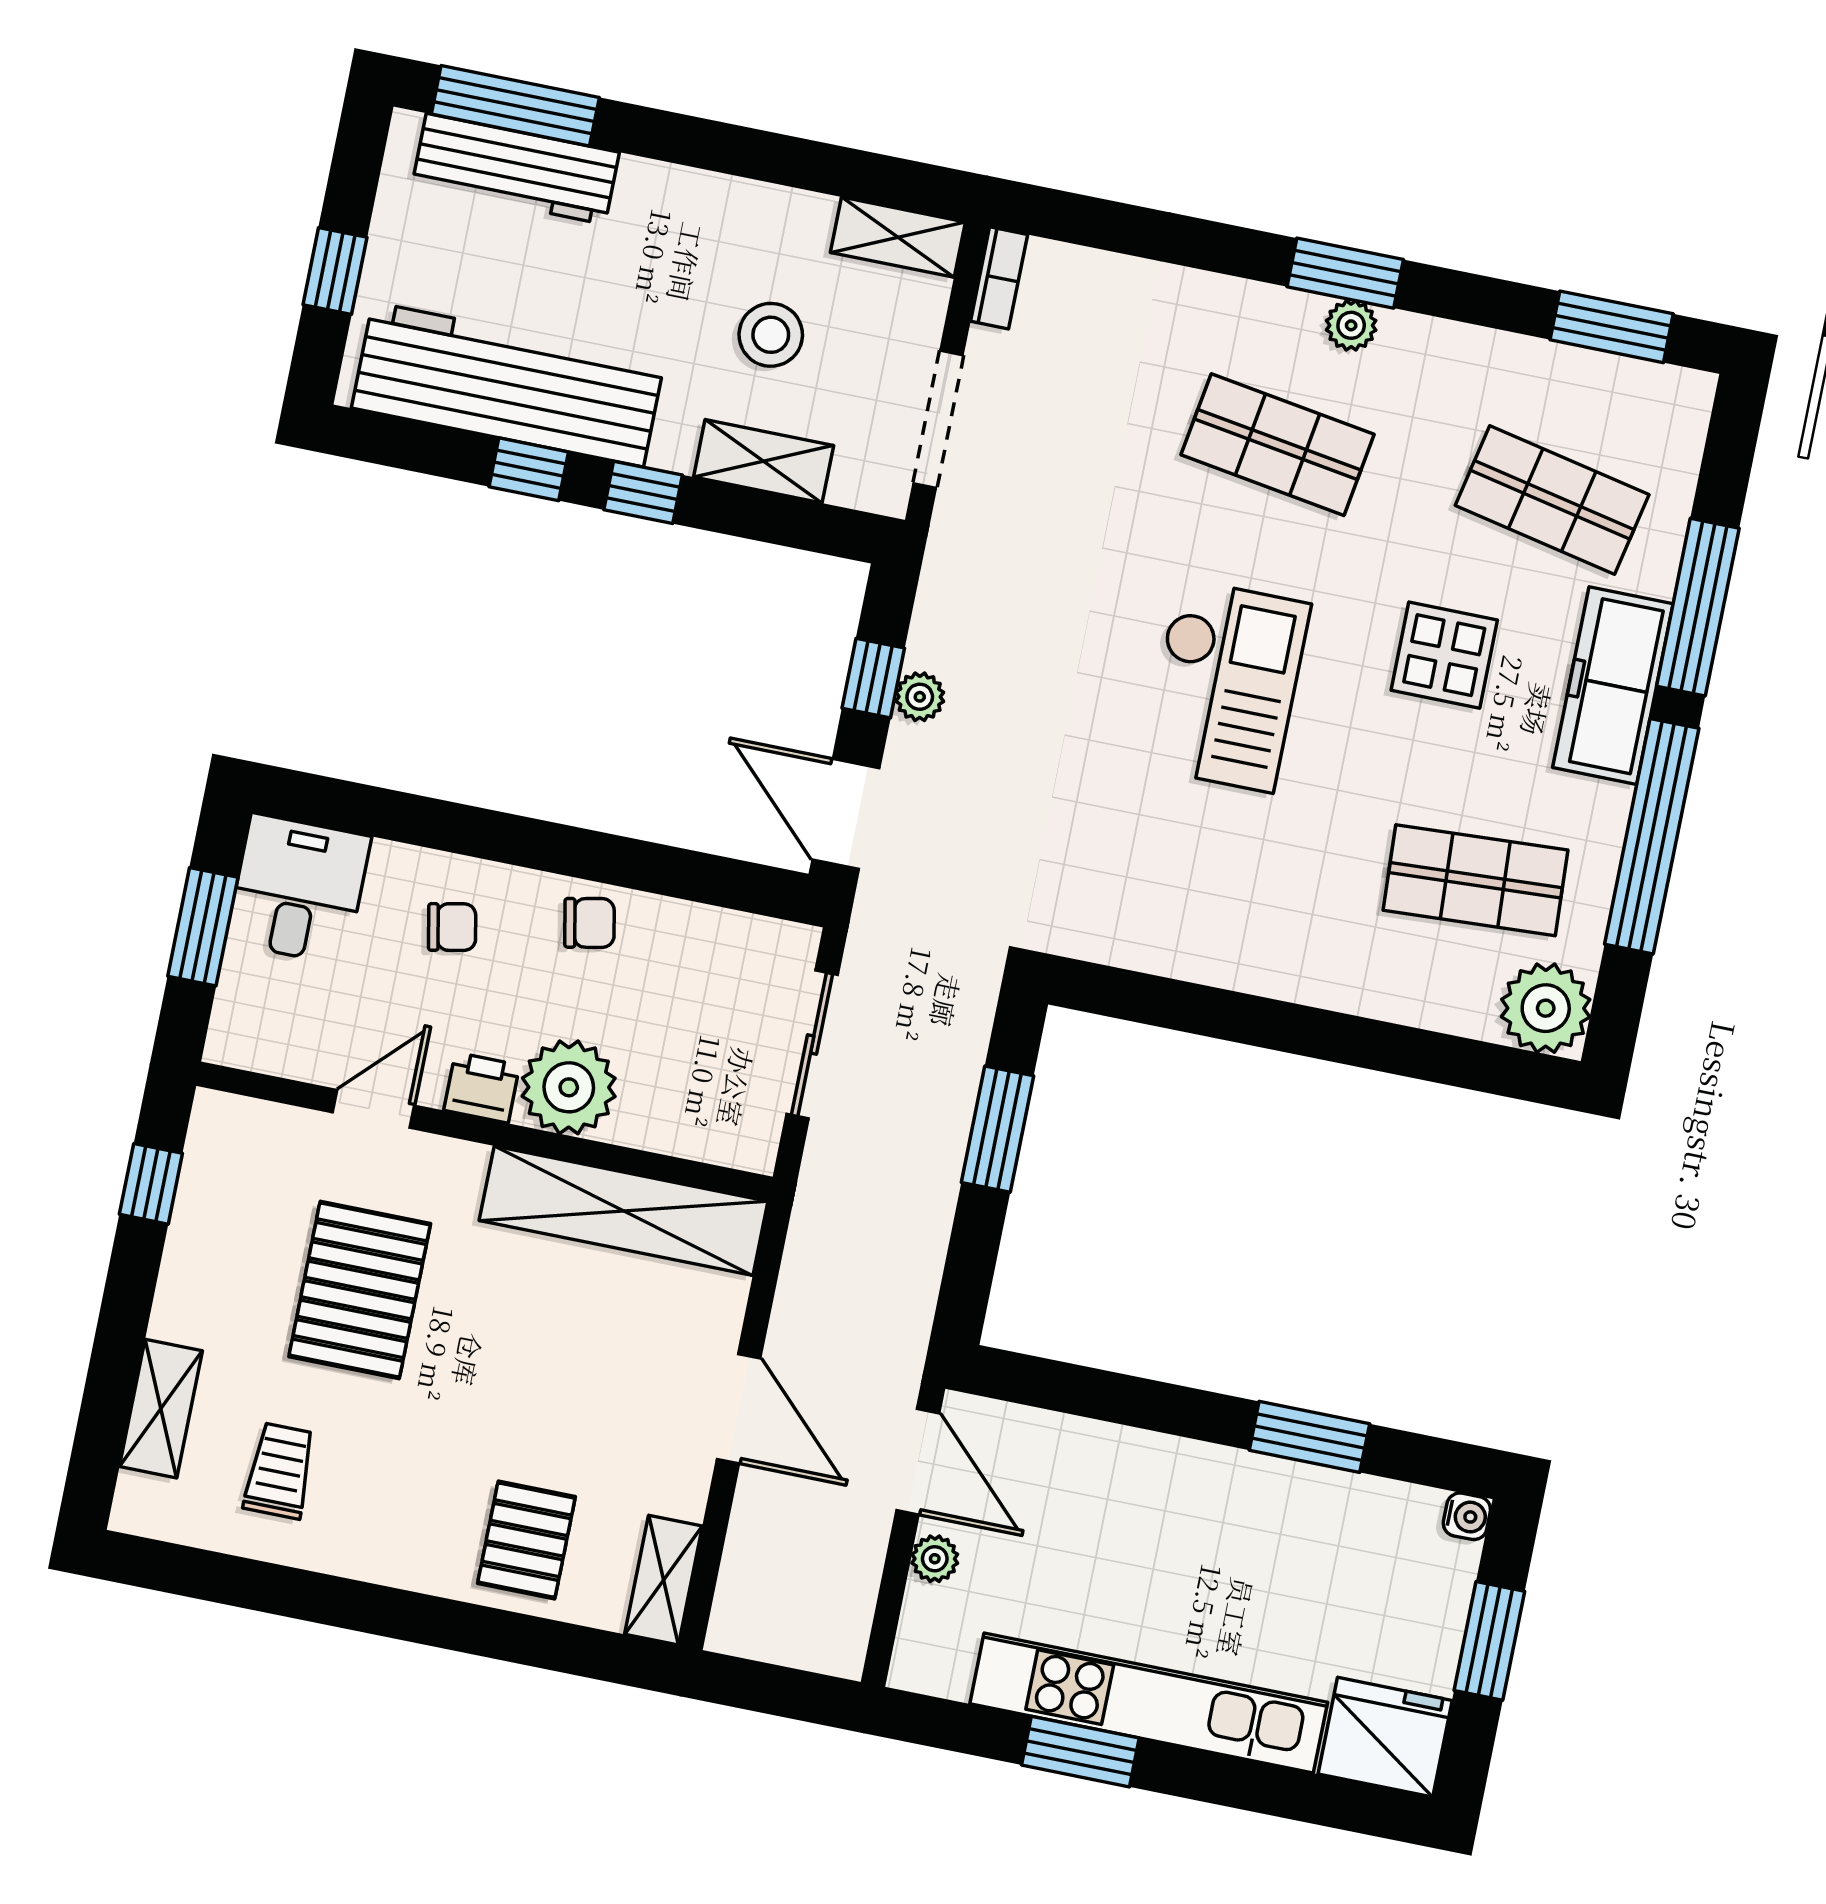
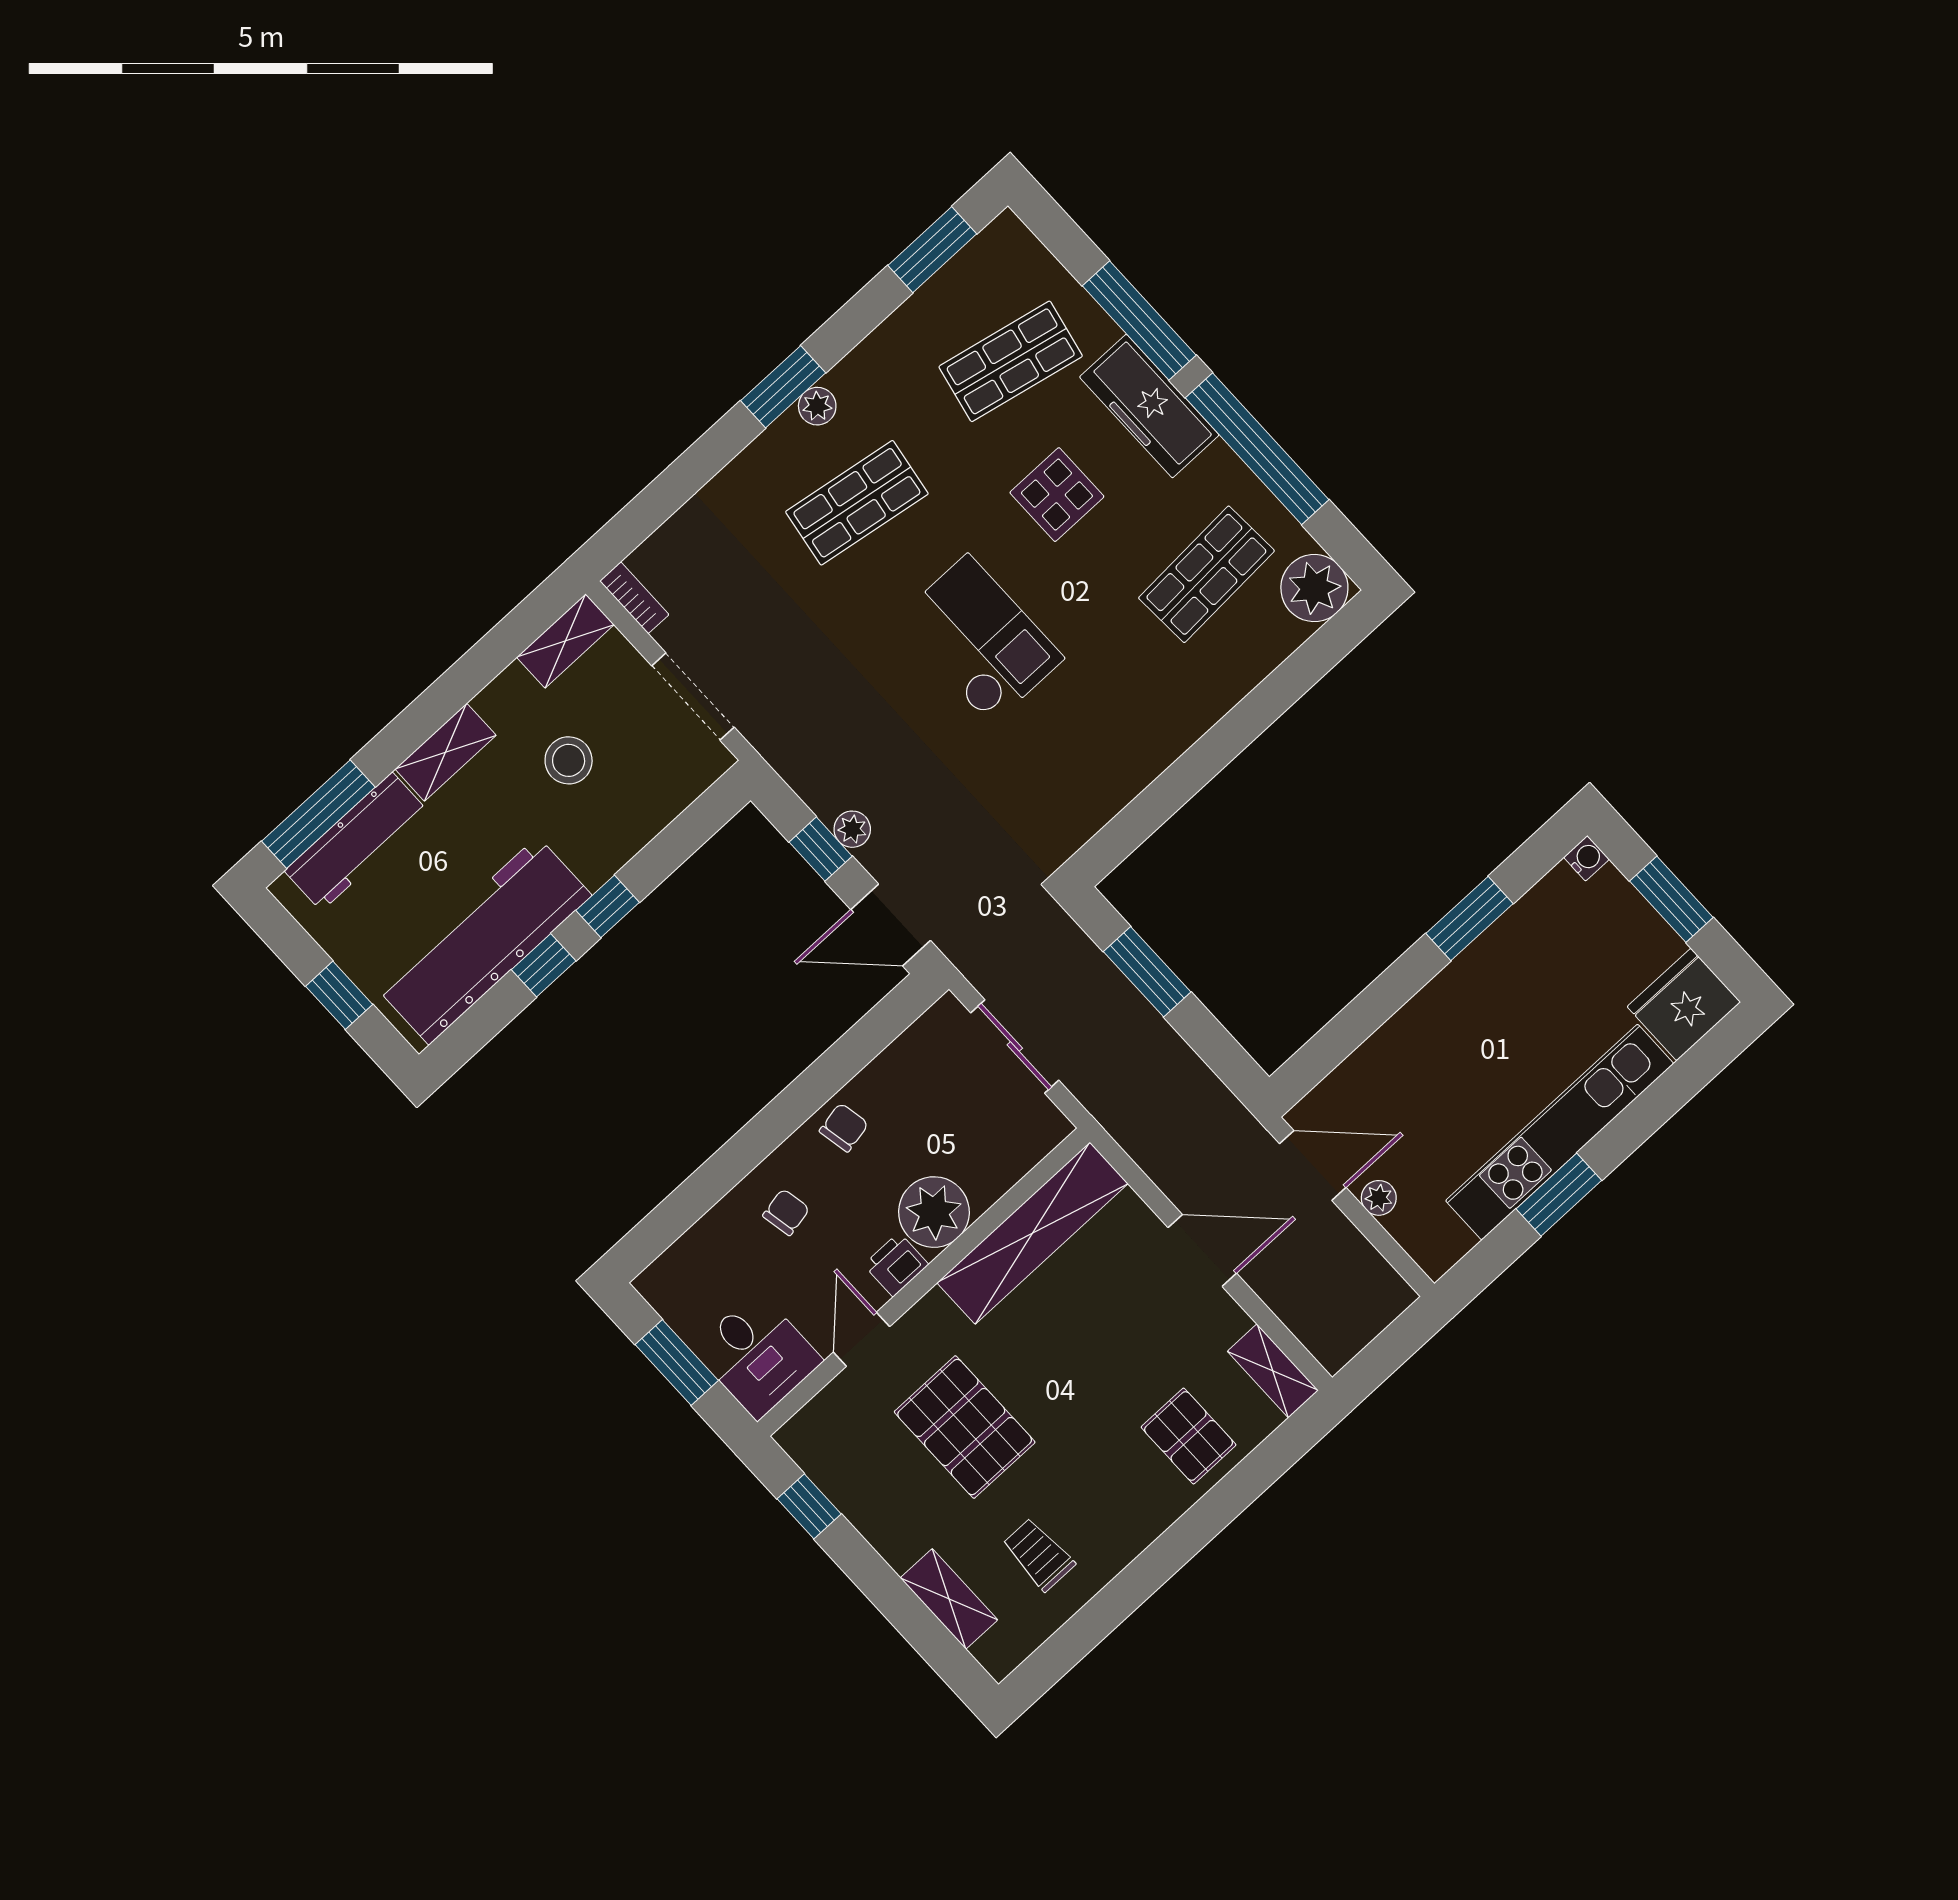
shelving: (764, 461) -> (446, 752), moved
desk: (298, 889) -> (757, 1355), moved, turned 180

